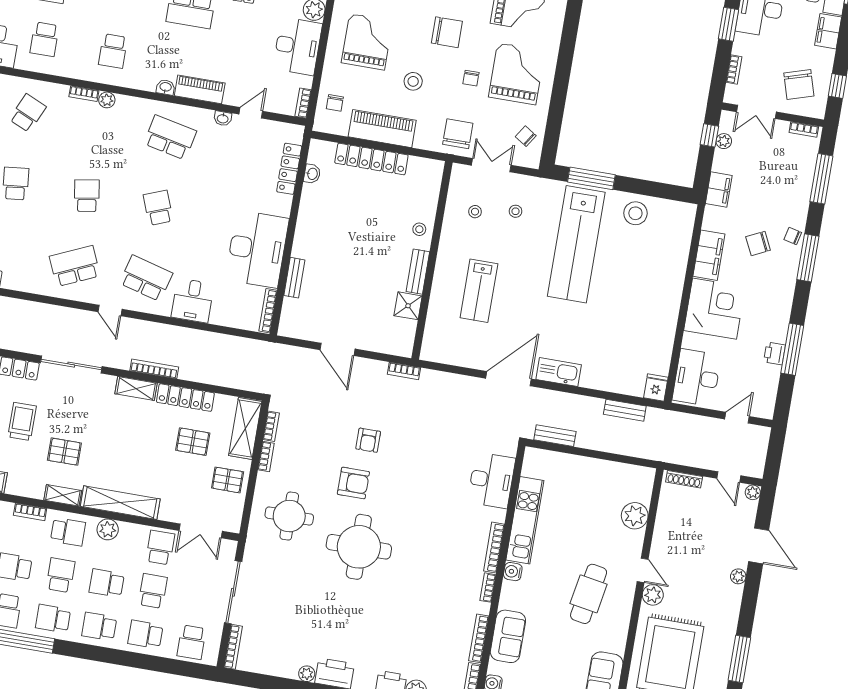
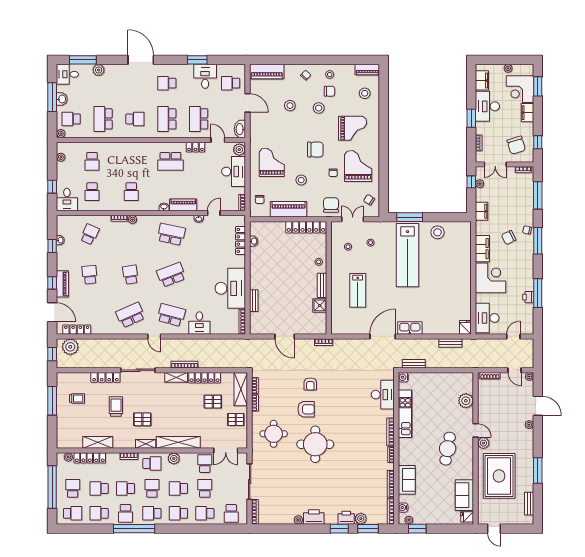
locker: (371, 159) -> (306, 227), moved
school desk: (158, 208) -> (171, 275), width x1.85
water cooler: (513, 572) -> (403, 377), moved

